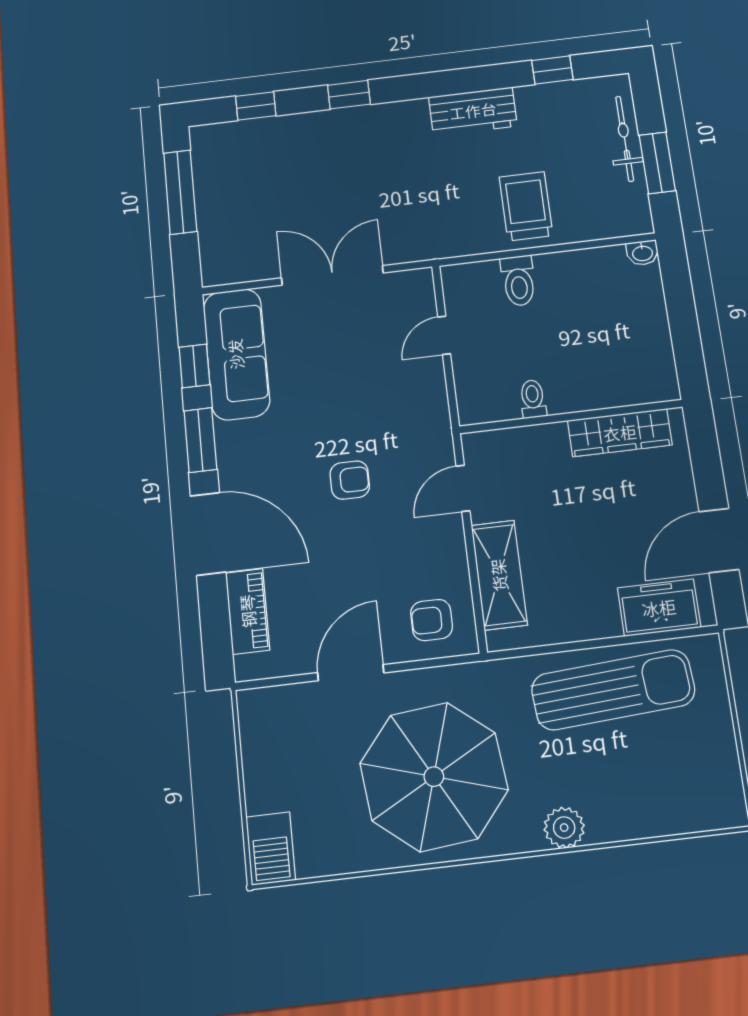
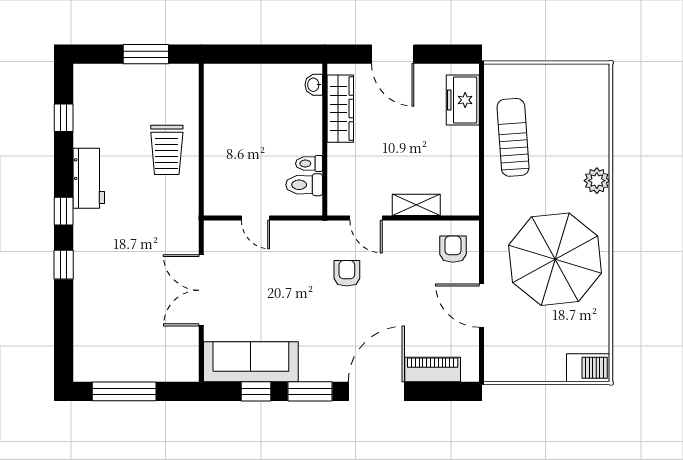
window: (256, 106) -> (64, 211), moved
bicycle: (625, 139) -> (124, 74), removed
trolley: (526, 206) -> (167, 150), turned -90
washbasin: (642, 253) -> (314, 85), moved, turned 180
toilet: (518, 281) -> (304, 185), moved, turned 180
armchair: (350, 480) -> (347, 273), moved
door: (719, 540) -> (393, 54), moved
shelving: (499, 575) -> (416, 205), width x0.67, depth x0.75
armchair: (432, 620) -> (453, 249), turned 180
sun lounger: (613, 690) -> (513, 137), width x0.73, depth x0.75

